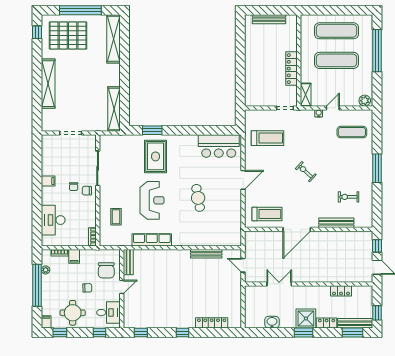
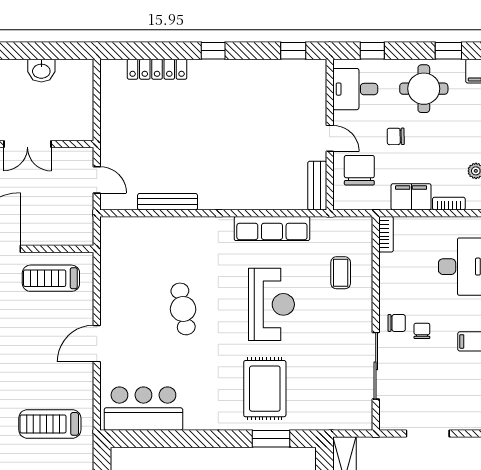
reception desk: (152, 200) -> (271, 304), turned 180
filing cabinet: (74, 256) -> (411, 197), width x2.00
door: (122, 287) -> (330, 138), swing flipped

